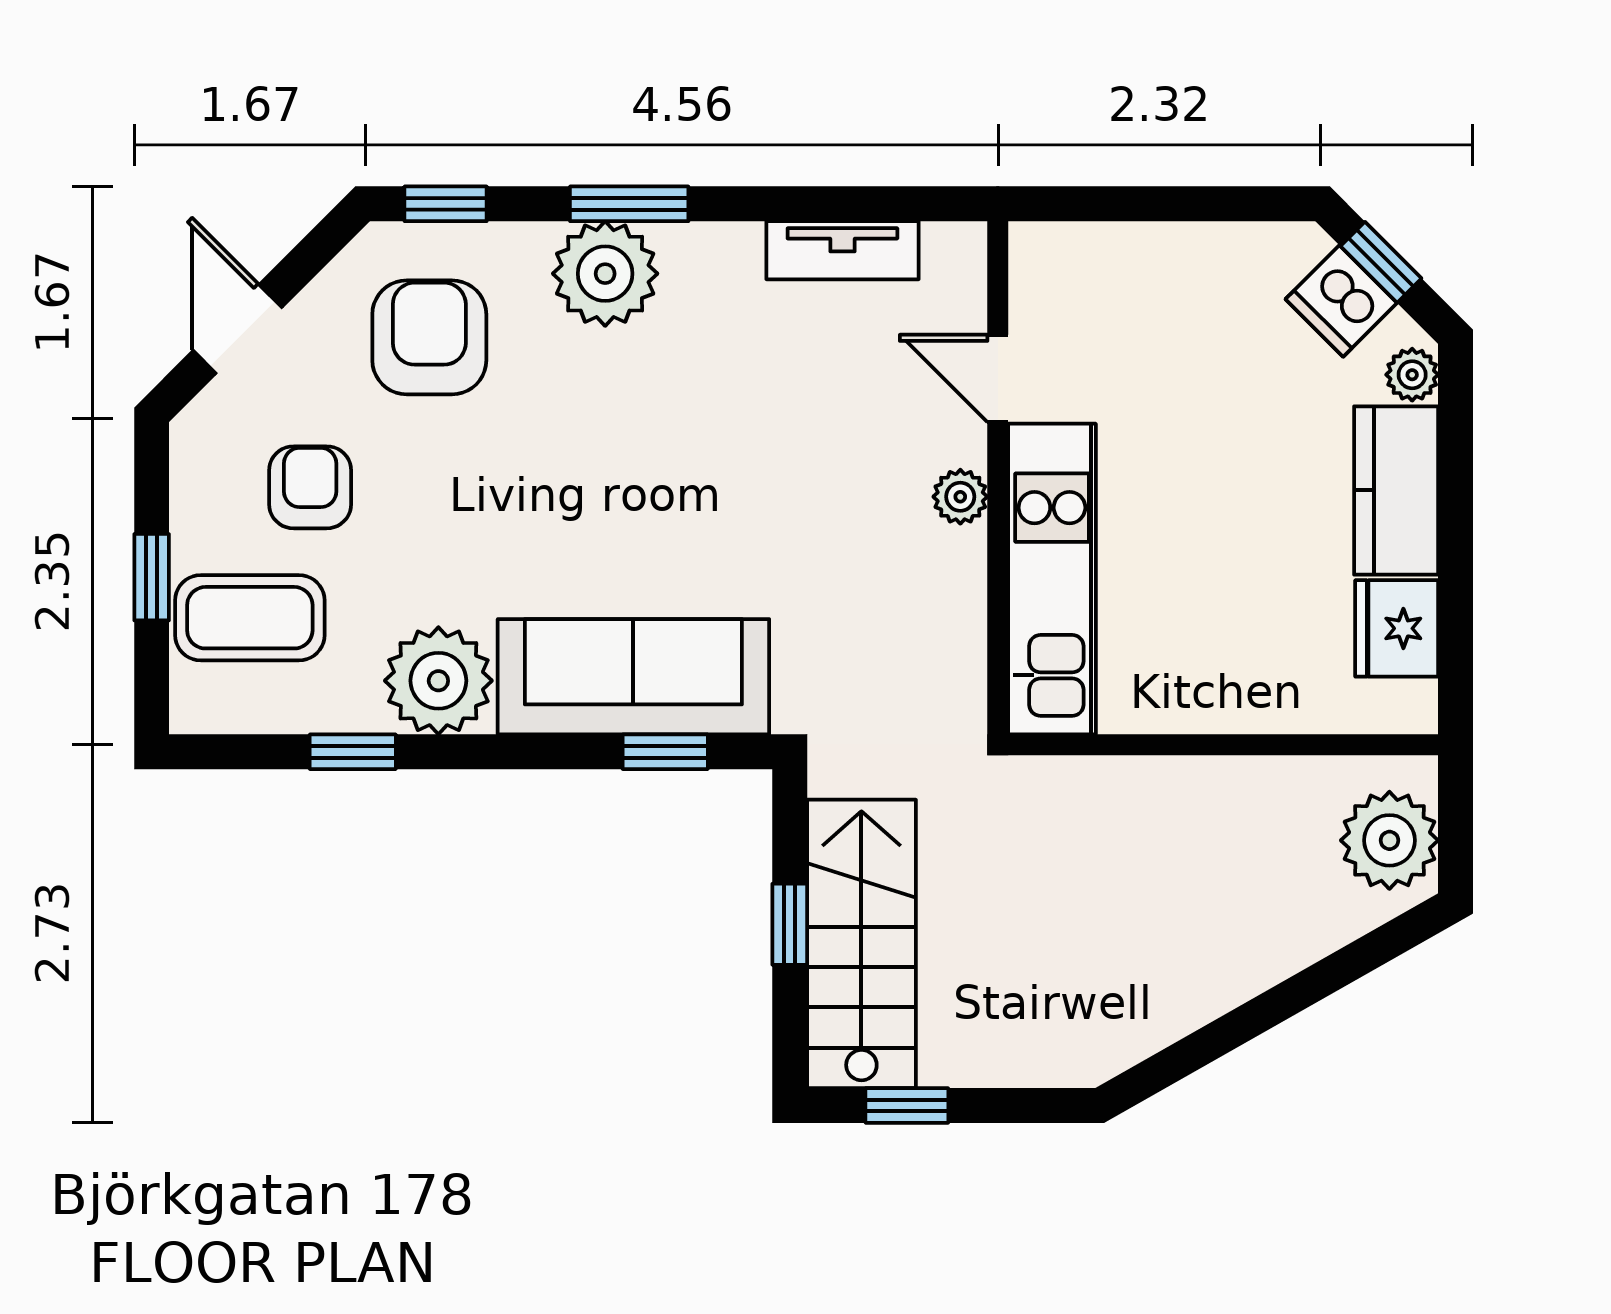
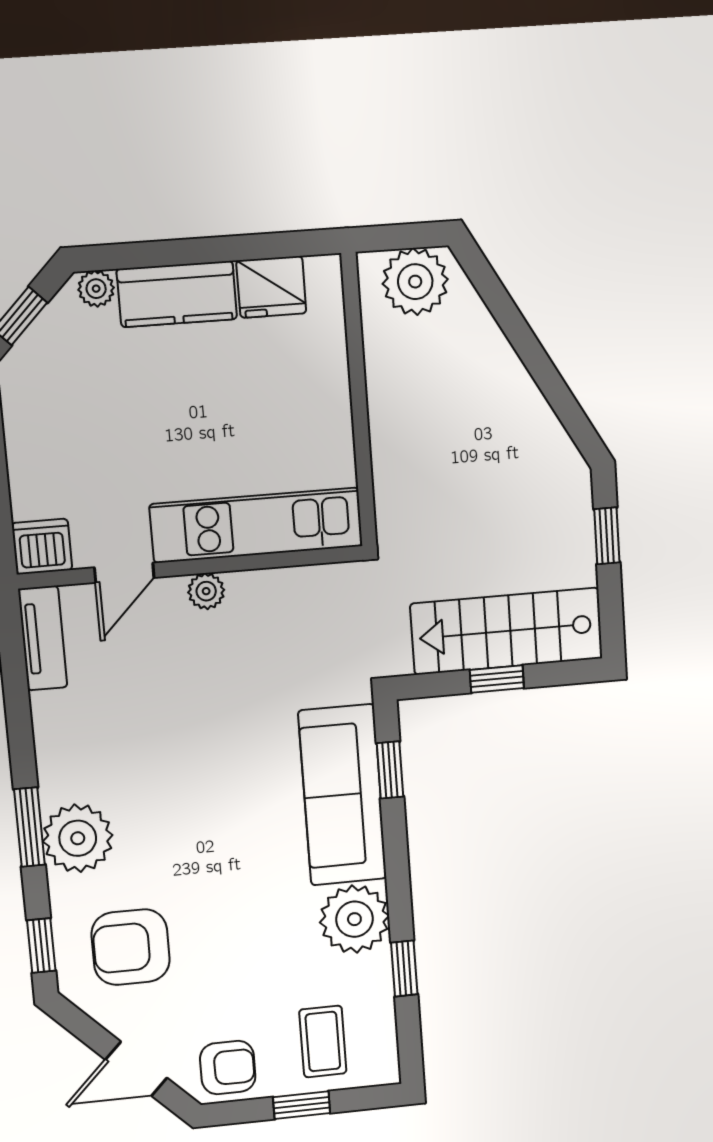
tv unit: (842, 250) -> (43, 638), moved
dishwasher: (1341, 301) -> (42, 547), moved, turned -135
armchair: (310, 487) -> (228, 1068), moved, turned 180
coffee table: (250, 618) -> (323, 1042), width x0.73, depth x0.77
window: (907, 1106) -> (607, 536), moved

